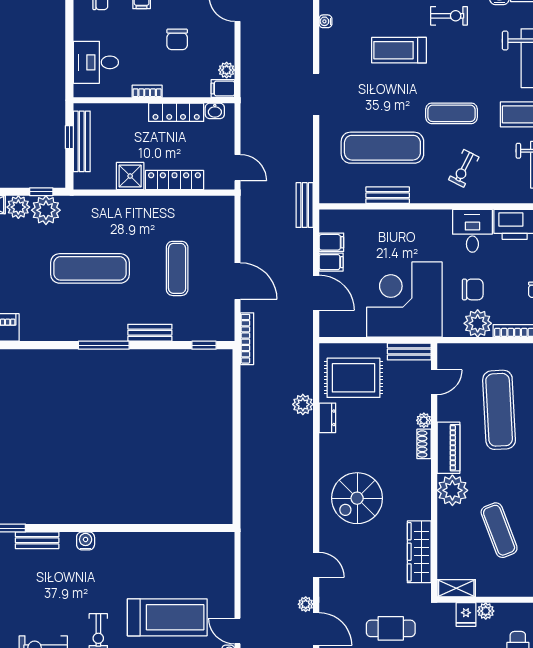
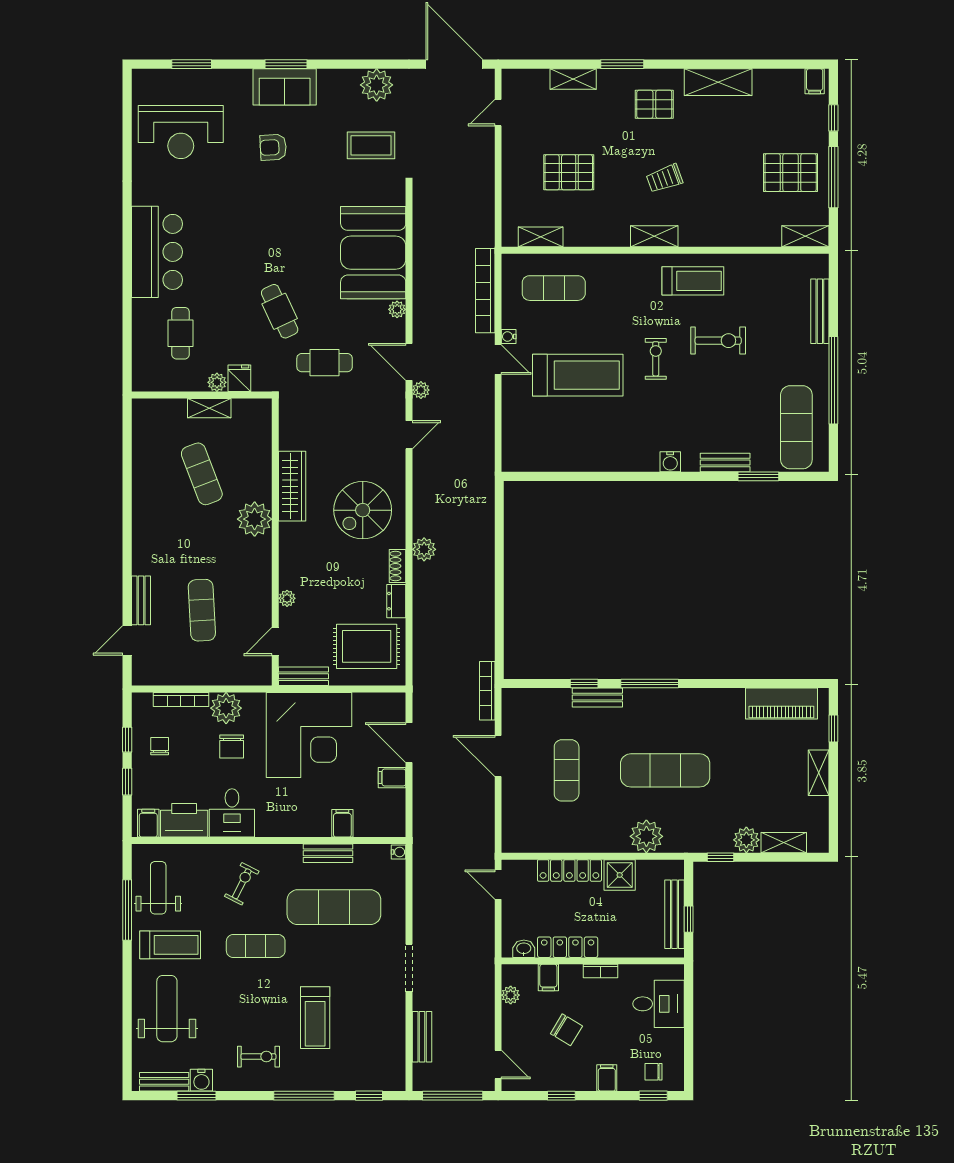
exercise bike: (449, 16) -> (258, 1057), turned 180
water cooler: (325, 21) -> (398, 852), moved
chair: (177, 39) -> (566, 1030), turned 121
treadmill: (399, 50) -> (315, 1018), turned 90
filing cabinet: (223, 88) -> (548, 978), moved, turned 90
bench: (305, 205) -> (422, 1037), moved
plant: (46, 210) -> (646, 836), moved
filing cabinet: (331, 242) -> (342, 823), moved, turned 90
chair: (473, 289) -> (232, 747), turned -90
window: (204, 345) -> (584, 684), moved
plant: (303, 404) -> (424, 549), moved
exercise mat: (499, 410) -> (202, 610), width x0.73, depth x0.69
shoe rack: (424, 444) -> (398, 566), moved, turned 180
piano: (449, 448) -> (259, 567), removed
spiral stairs: (357, 498) -> (363, 510), turned 180
wardrobe: (419, 552) -> (292, 486), moved
door: (316, 565) -> (409, 435), swing flipped
shelving: (456, 588) -> (209, 408), moved
treadmill: (167, 617) -> (578, 375), turned 180

